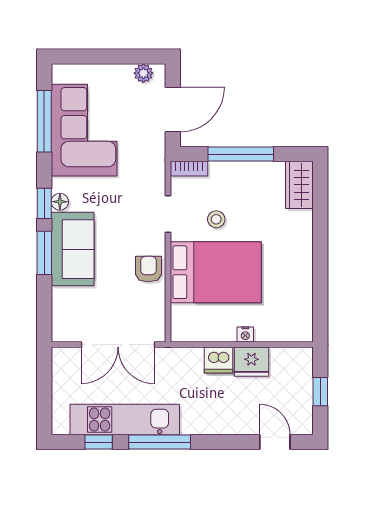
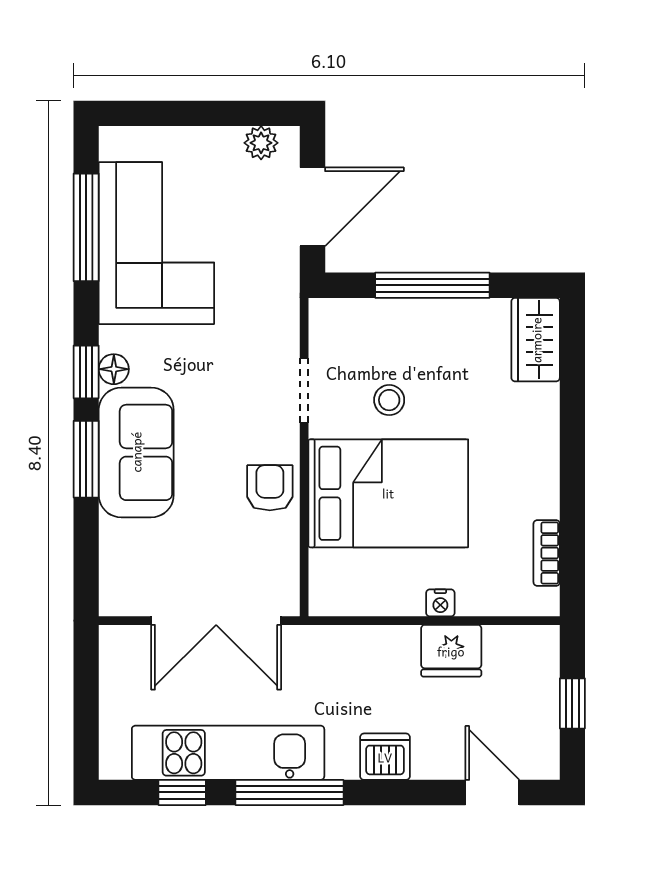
bookcase: (189, 169) -> (547, 553), moved, turned 90
dishwasher: (218, 360) -> (385, 757), moved, turned 180

